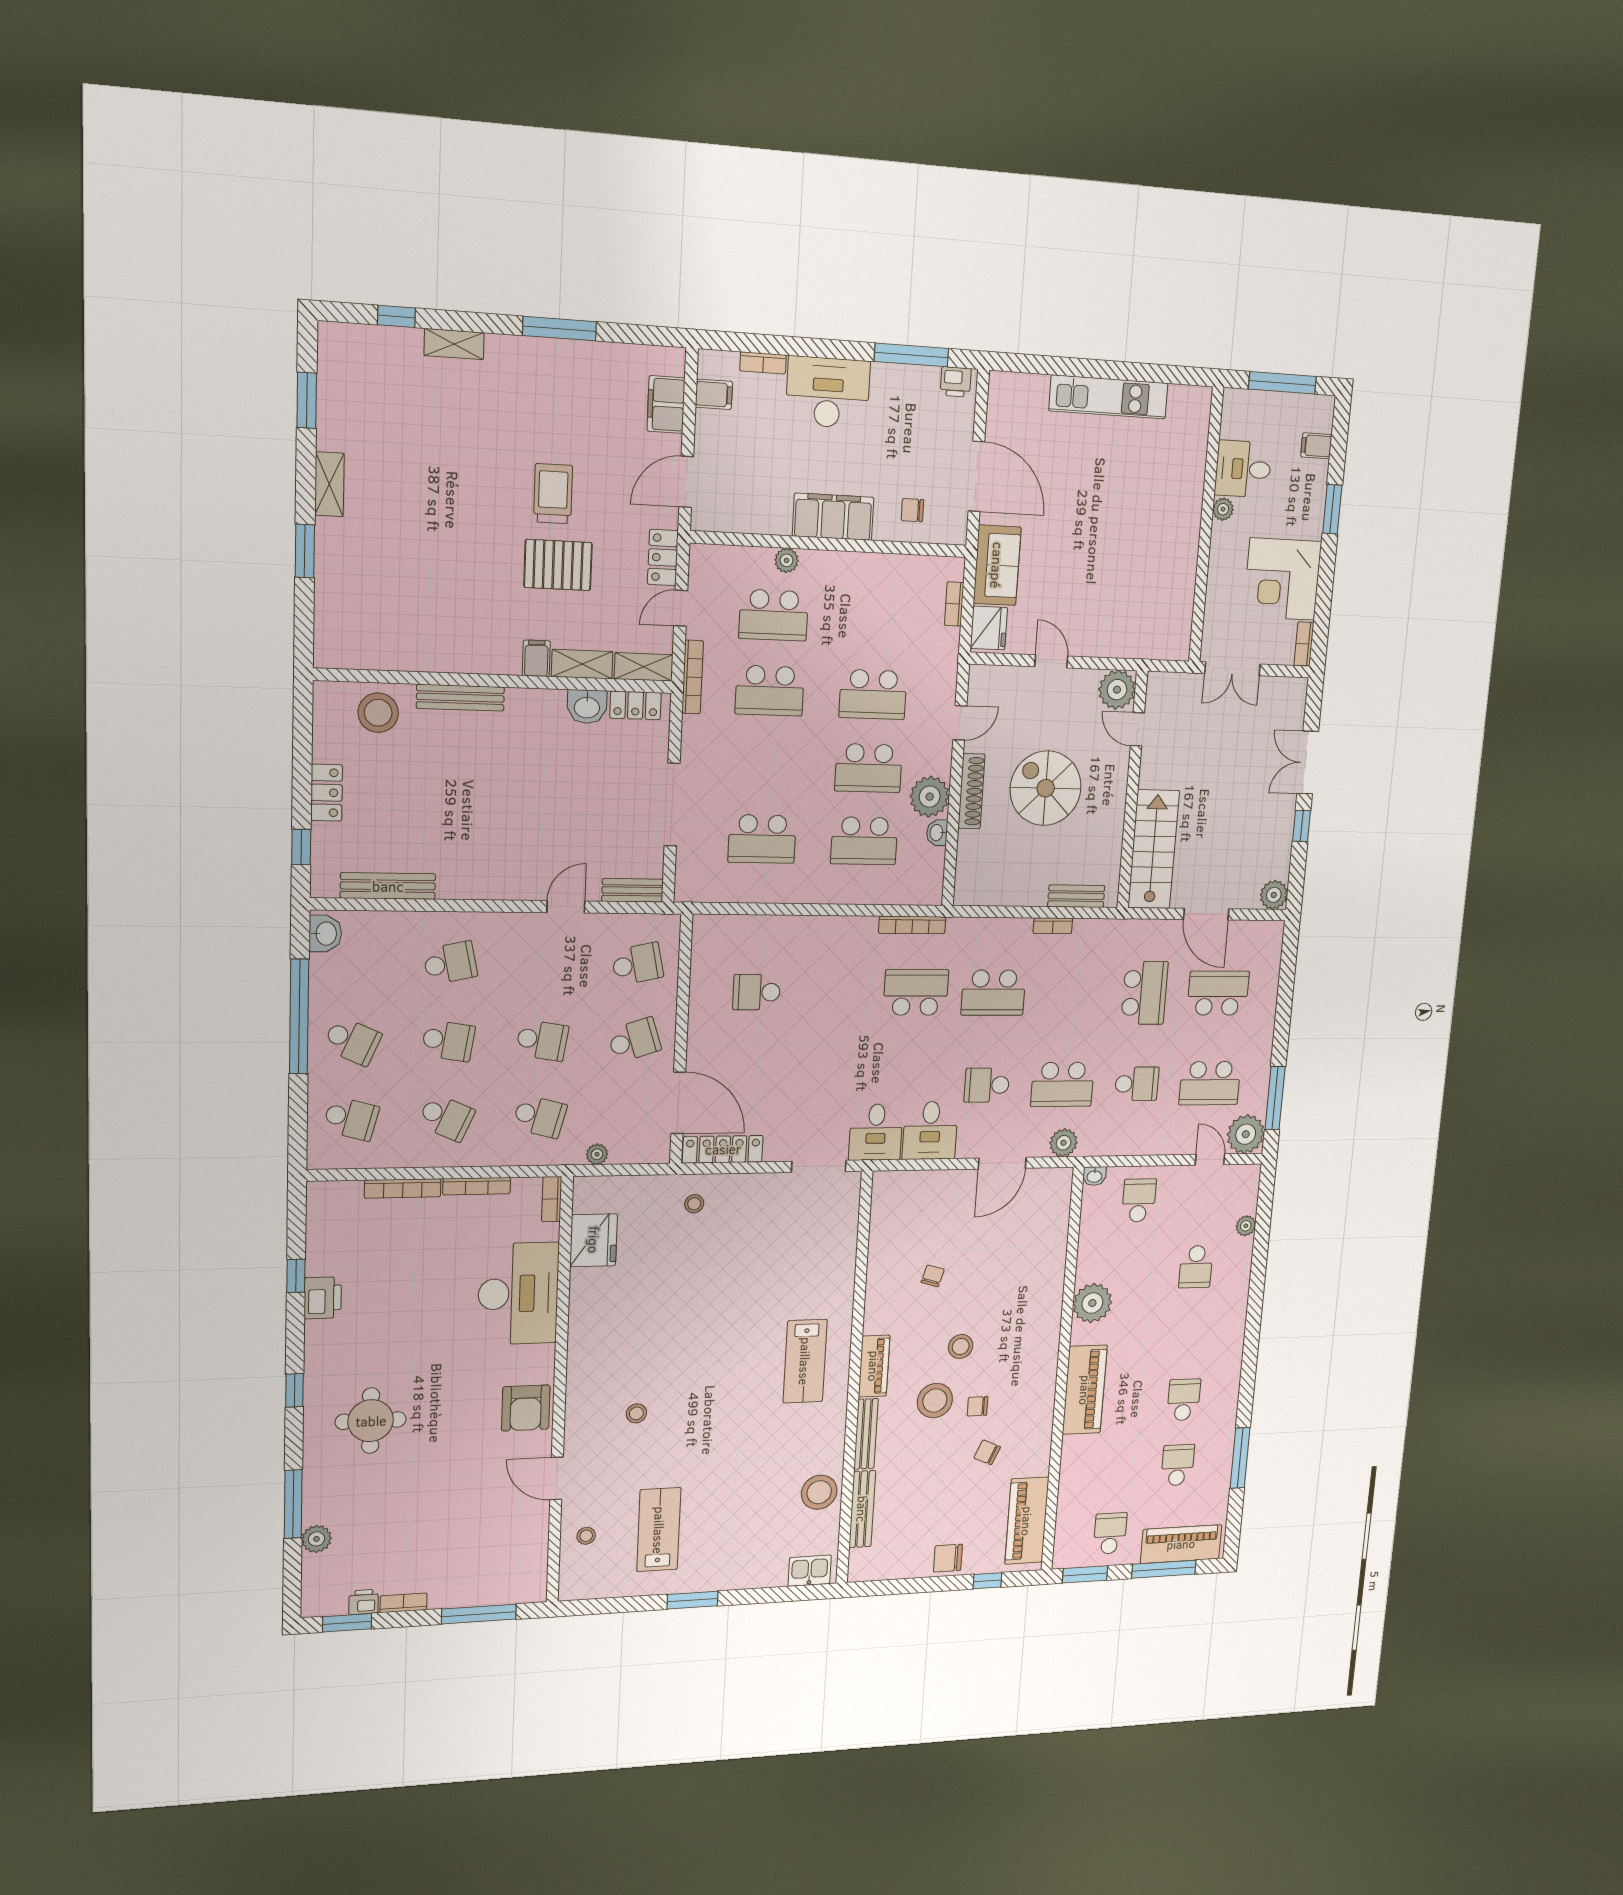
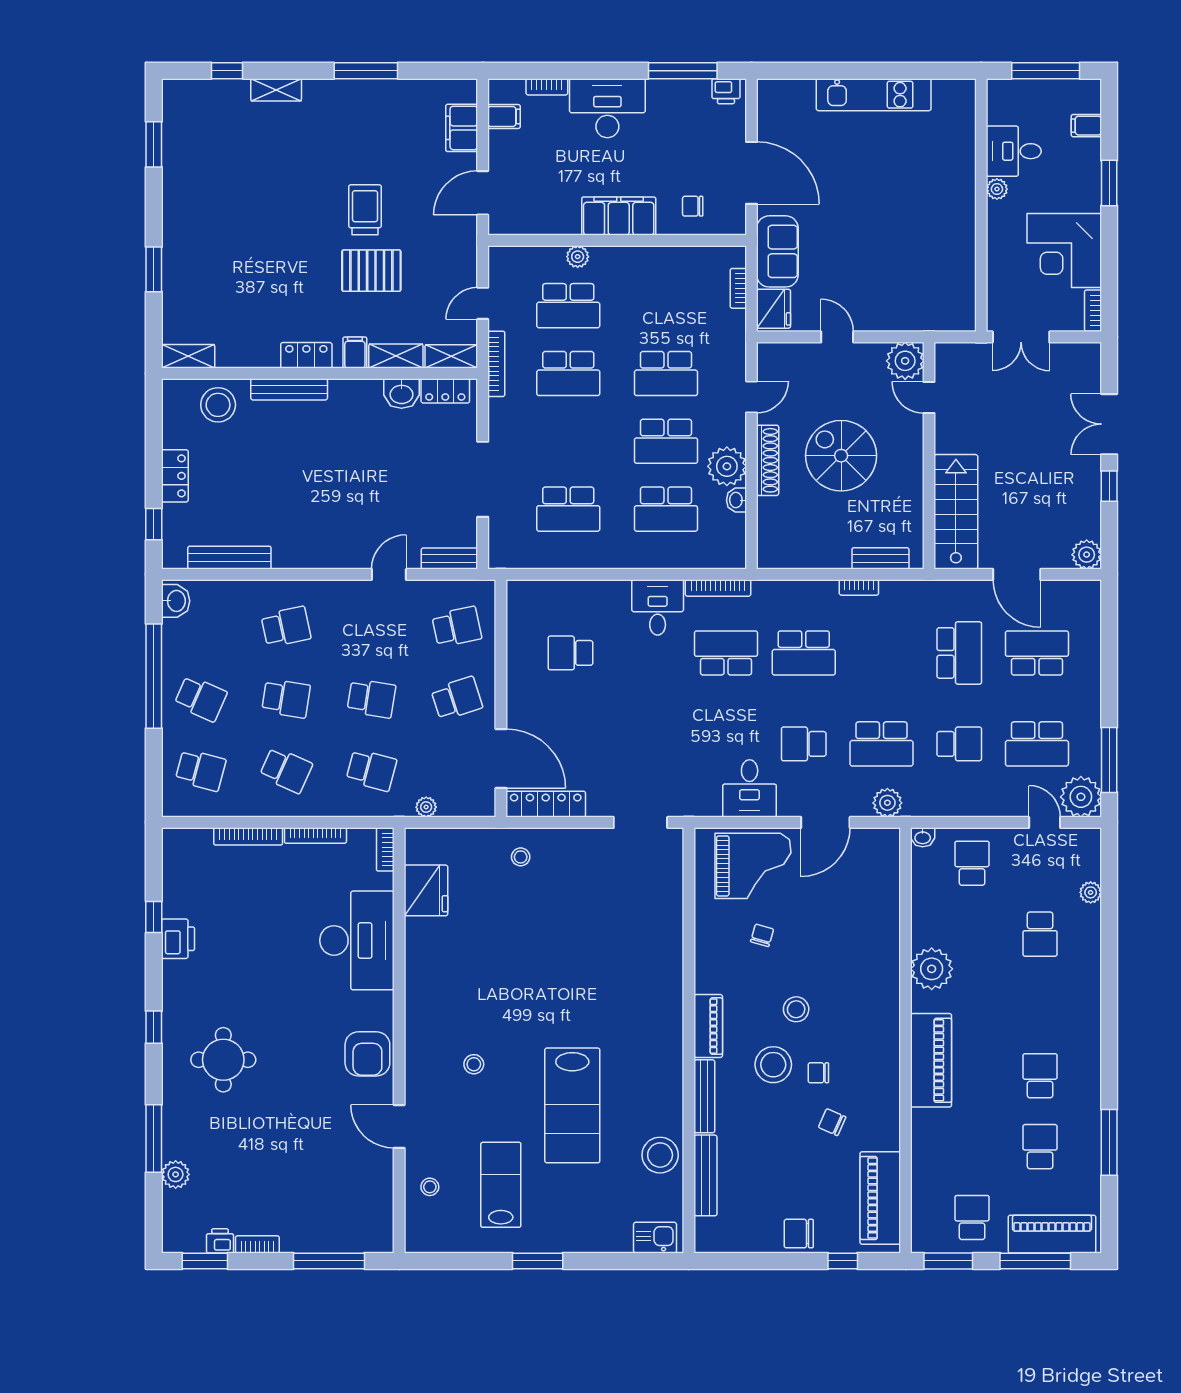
shelving: (329, 484) -> (188, 356), moved, turned 90
locker: (663, 557) -> (306, 355), moved, turned 90
desk: (876, 1132) -> (658, 607), moved, turned 180
grand piano: (928, 1208) -> (753, 866), added
lab bench: (805, 1361) -> (572, 1105), moved, width x1.36, depth x1.39

